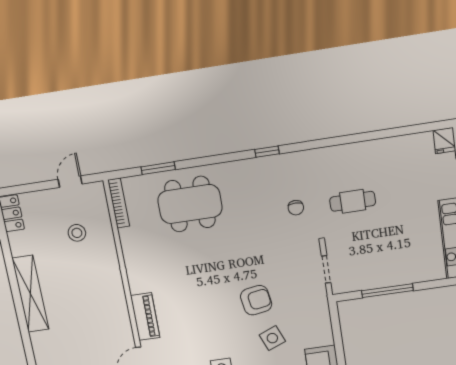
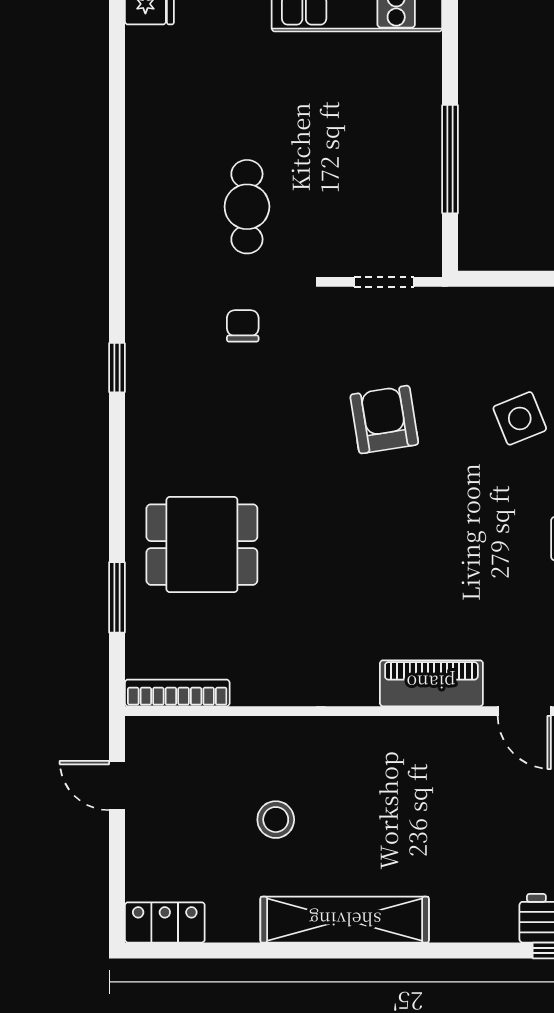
dining table: (190, 204) -> (202, 545), width x0.73
chair: (296, 208) -> (243, 326), turned -90
stool: (77, 233) -> (276, 820), moved
armchair: (256, 300) -> (384, 420), moved

